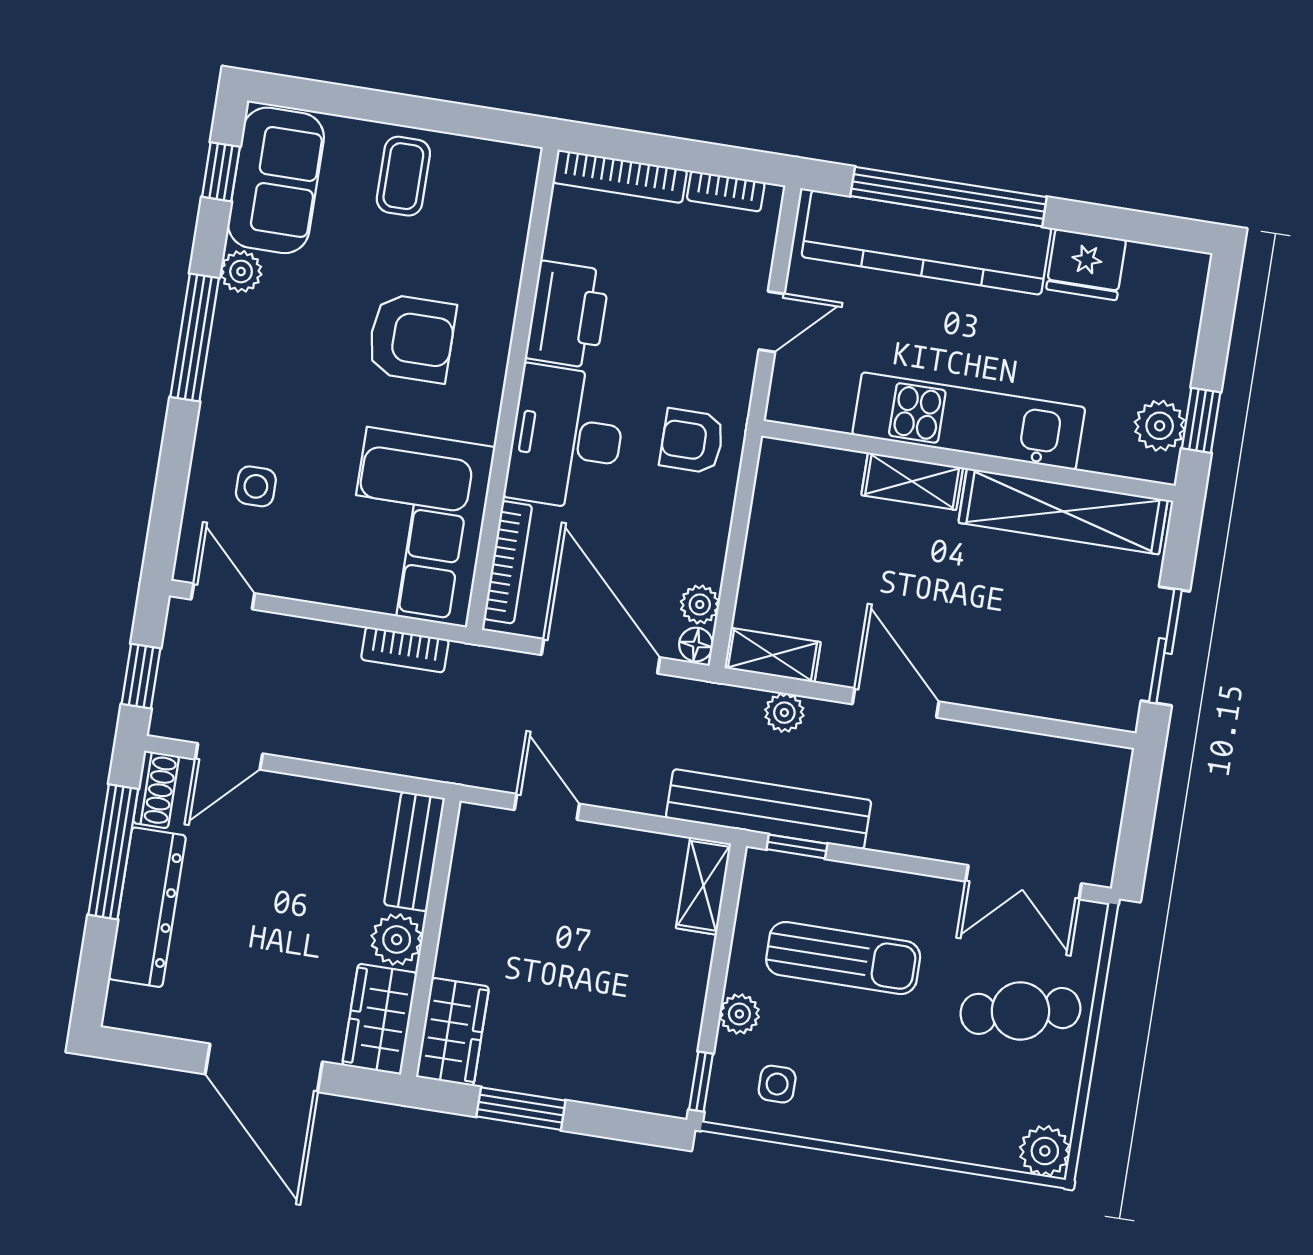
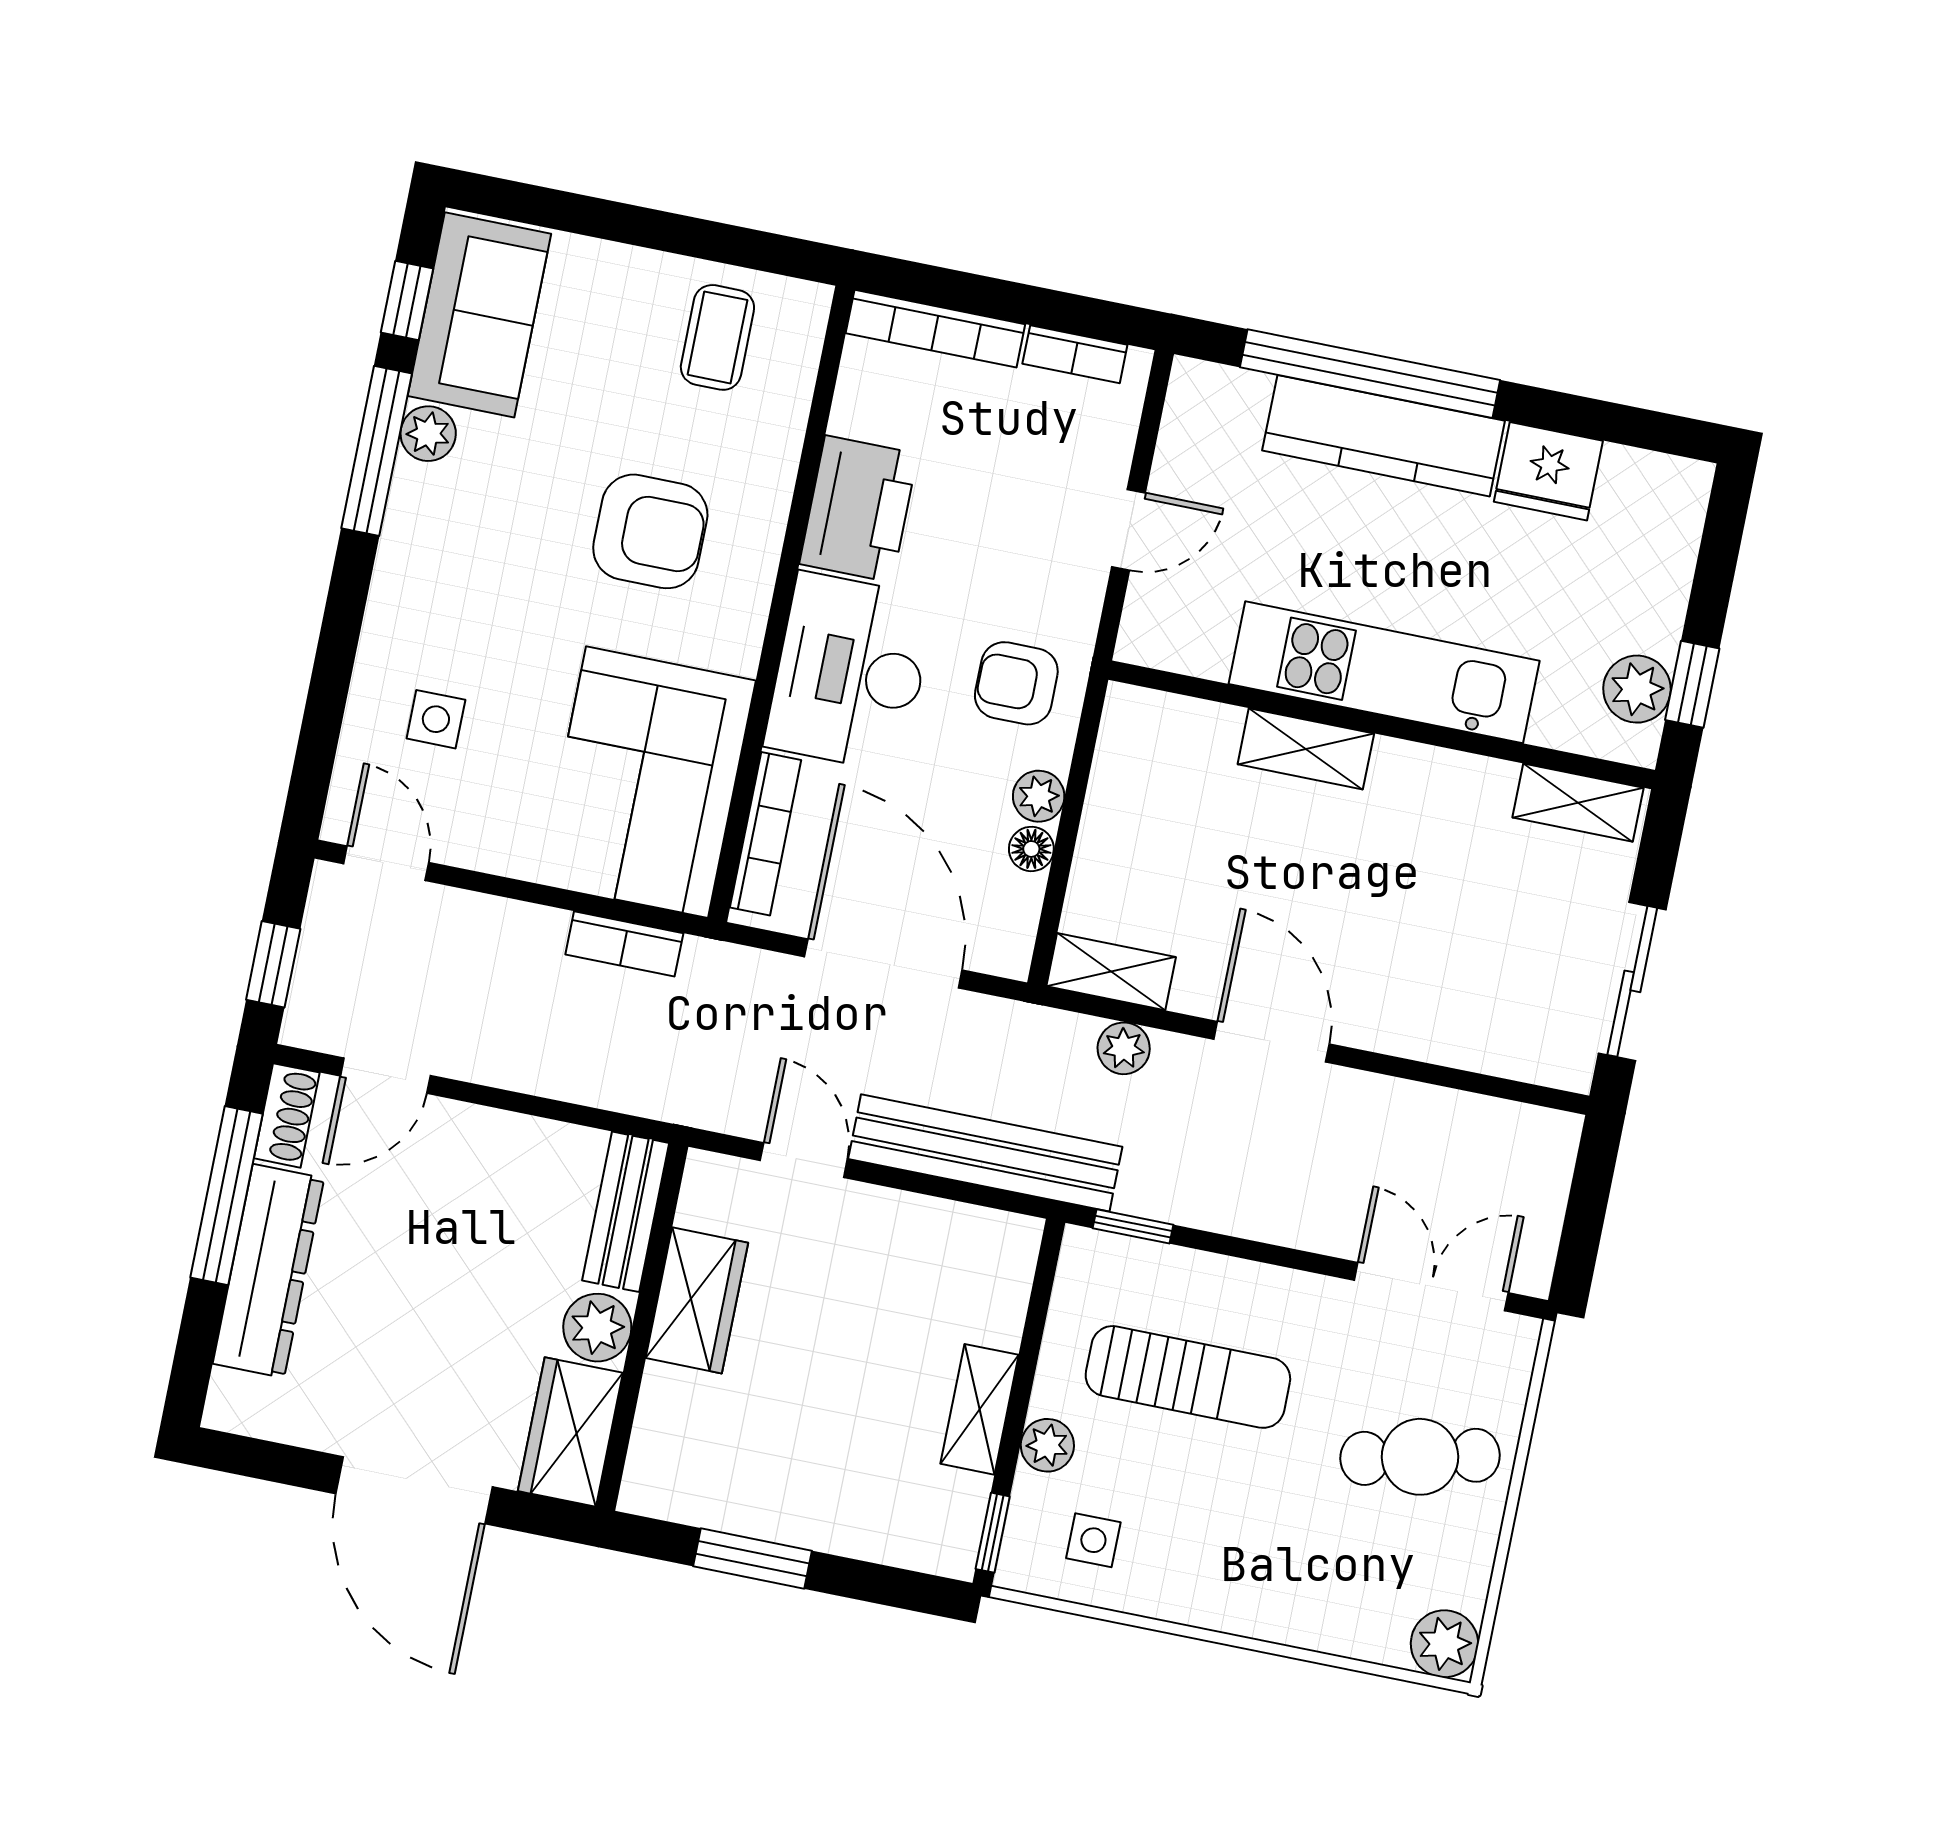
coffee table: (403, 176) -> (717, 337), moved
kitchen counter: (926, 242) -> (1384, 436), width x0.72, depth x0.86
window: (195, 337) -> (377, 451), moved
shelving: (1063, 511) -> (1578, 803), width x0.45, depth x0.75
plant: (700, 605) -> (1039, 796), moved
floor lamp: (696, 644) -> (1031, 849), moved
bench: (769, 809) -> (985, 1153), moved
double door: (1024, 882) -> (1431, 1287), swing flipped
shelving: (703, 886) -> (980, 1409), moved
wardrobe: (452, 1032) -> (697, 1300), moved

